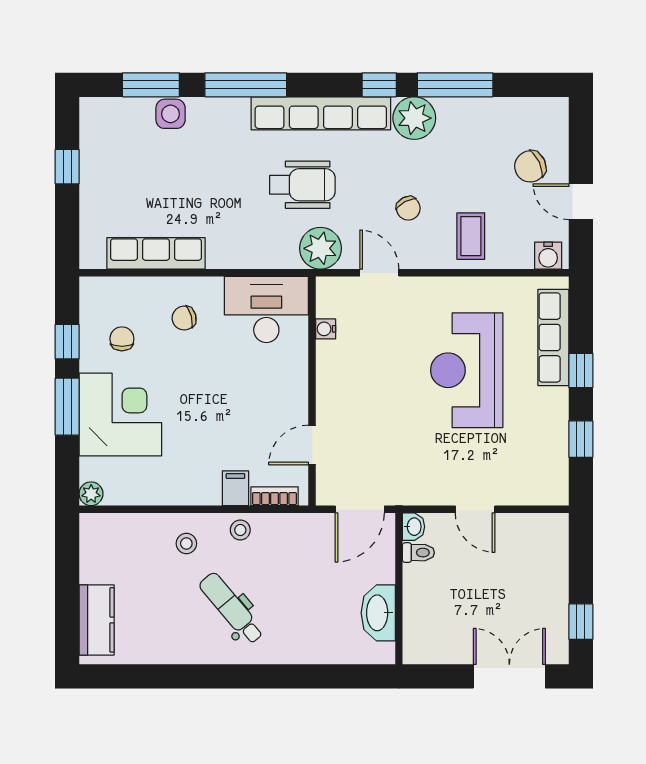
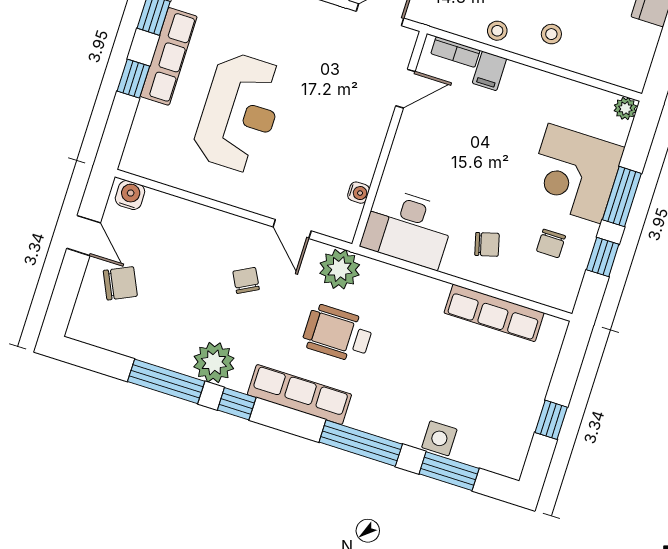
row of seats: (321, 113) -> (299, 395), width x0.73
coffee table: (471, 236) -> (196, 236), removed
row of seats: (553, 337) -> (169, 56), moved

